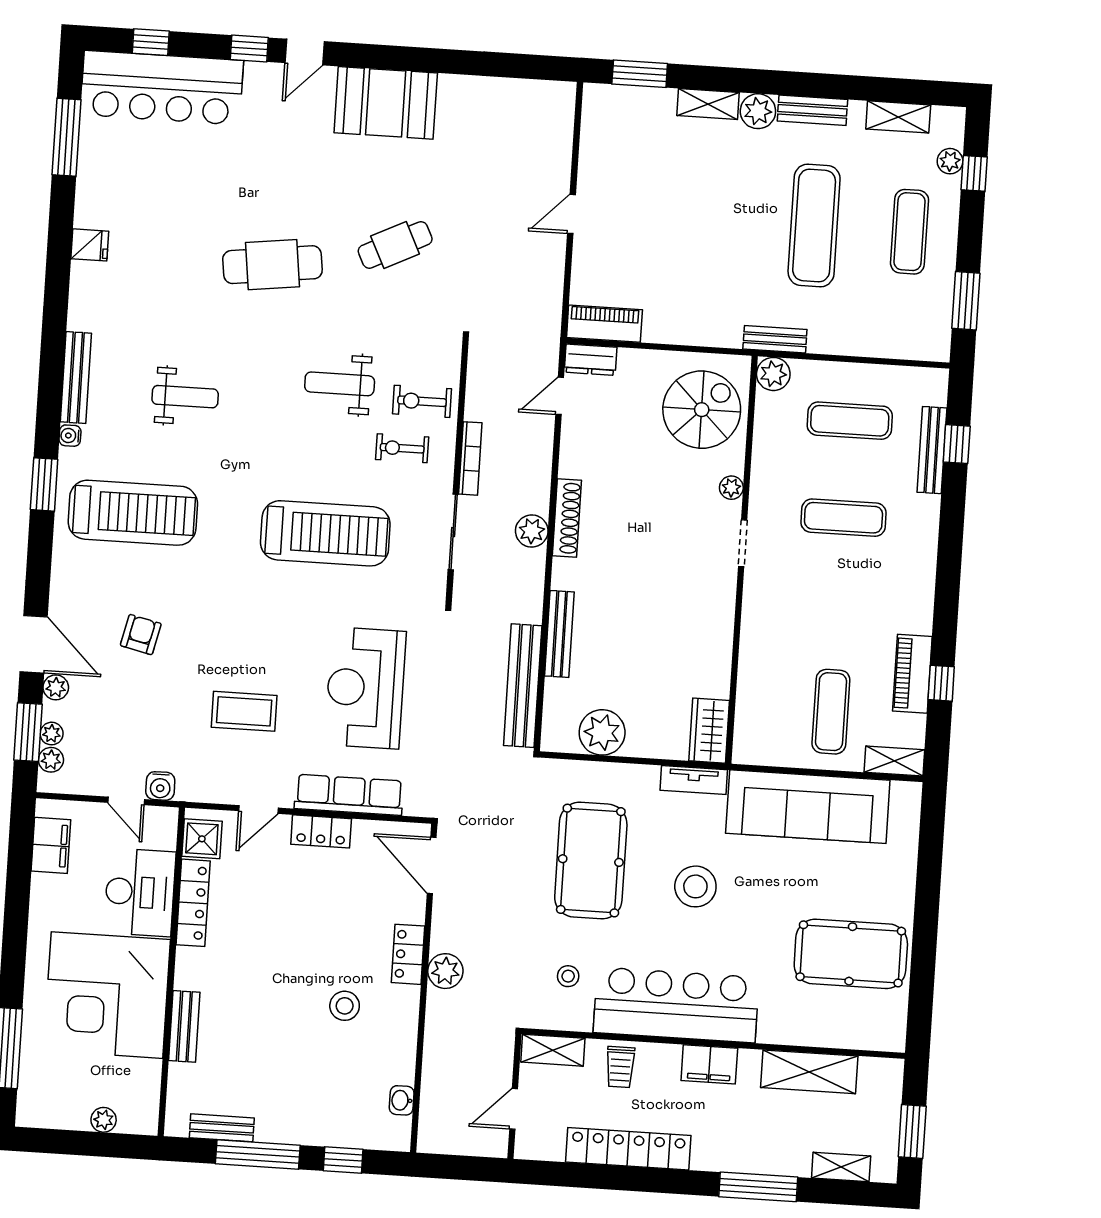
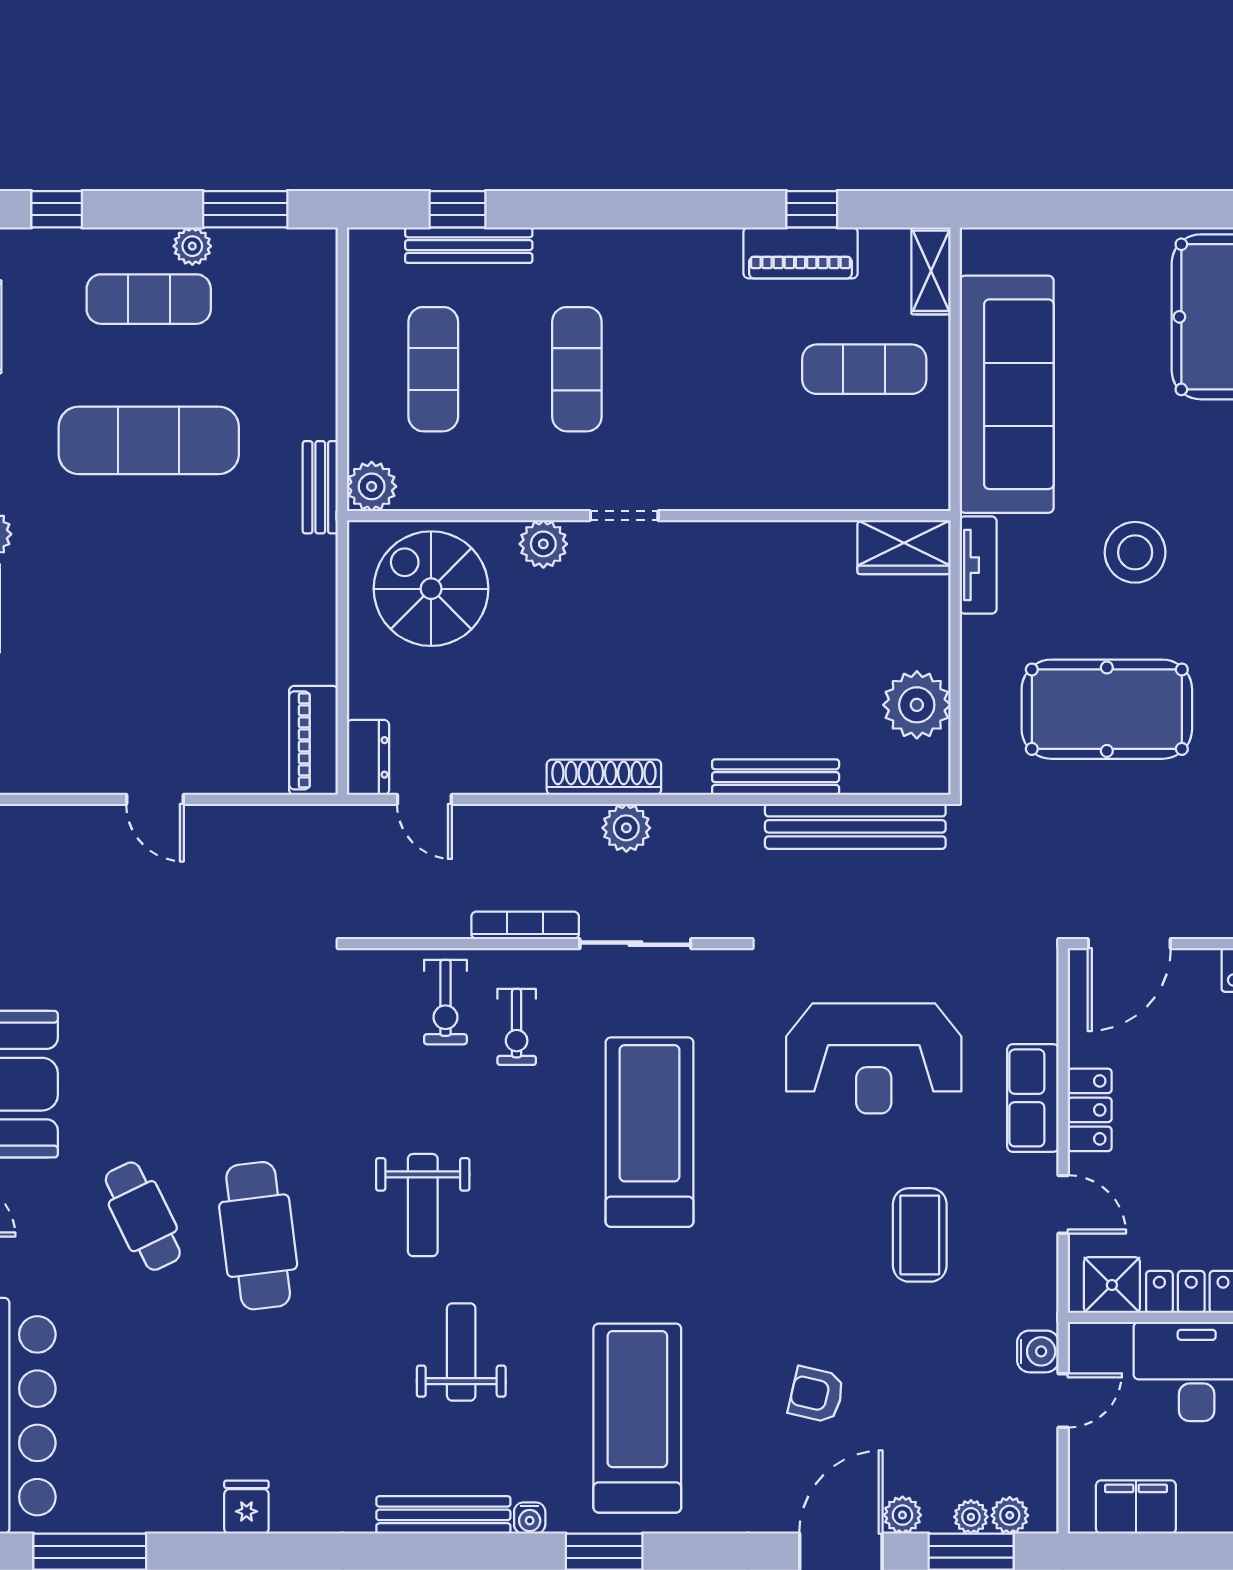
plant: (950, 161) -> (192, 246), moved
cafe table: (395, 245) -> (143, 1216), moved
weight bench: (340, 384) -> (423, 1205), moved
plant: (731, 488) -> (543, 544), width x1.38, depth x1.38
row of seats: (349, 795) -> (1033, 1098), width x0.68

